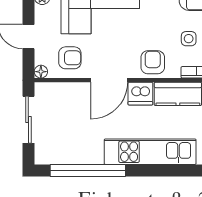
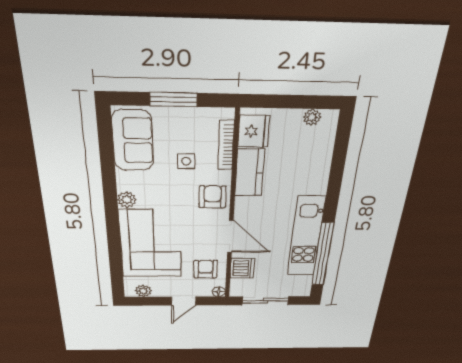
armchair: (153, 62) -> (213, 197), turned 90
dishwasher: (140, 94) -> (242, 268), moved
kitchen unit: (150, 152) -> (306, 237), moved

